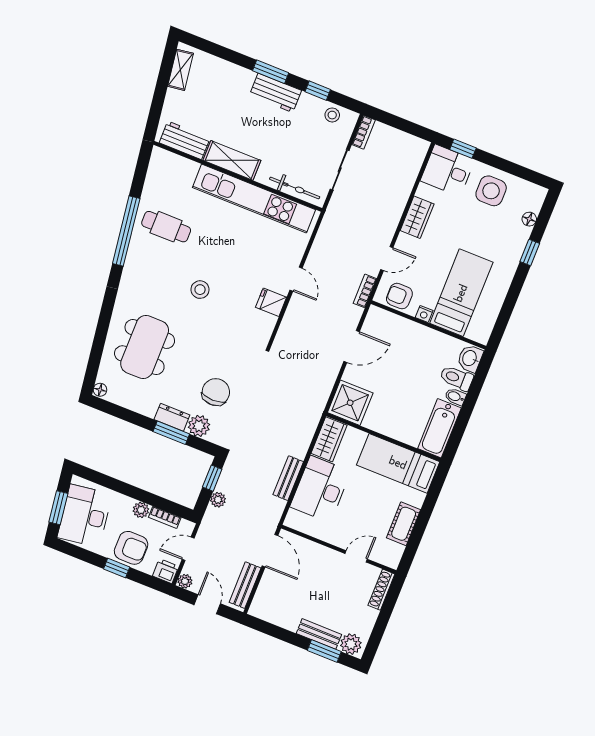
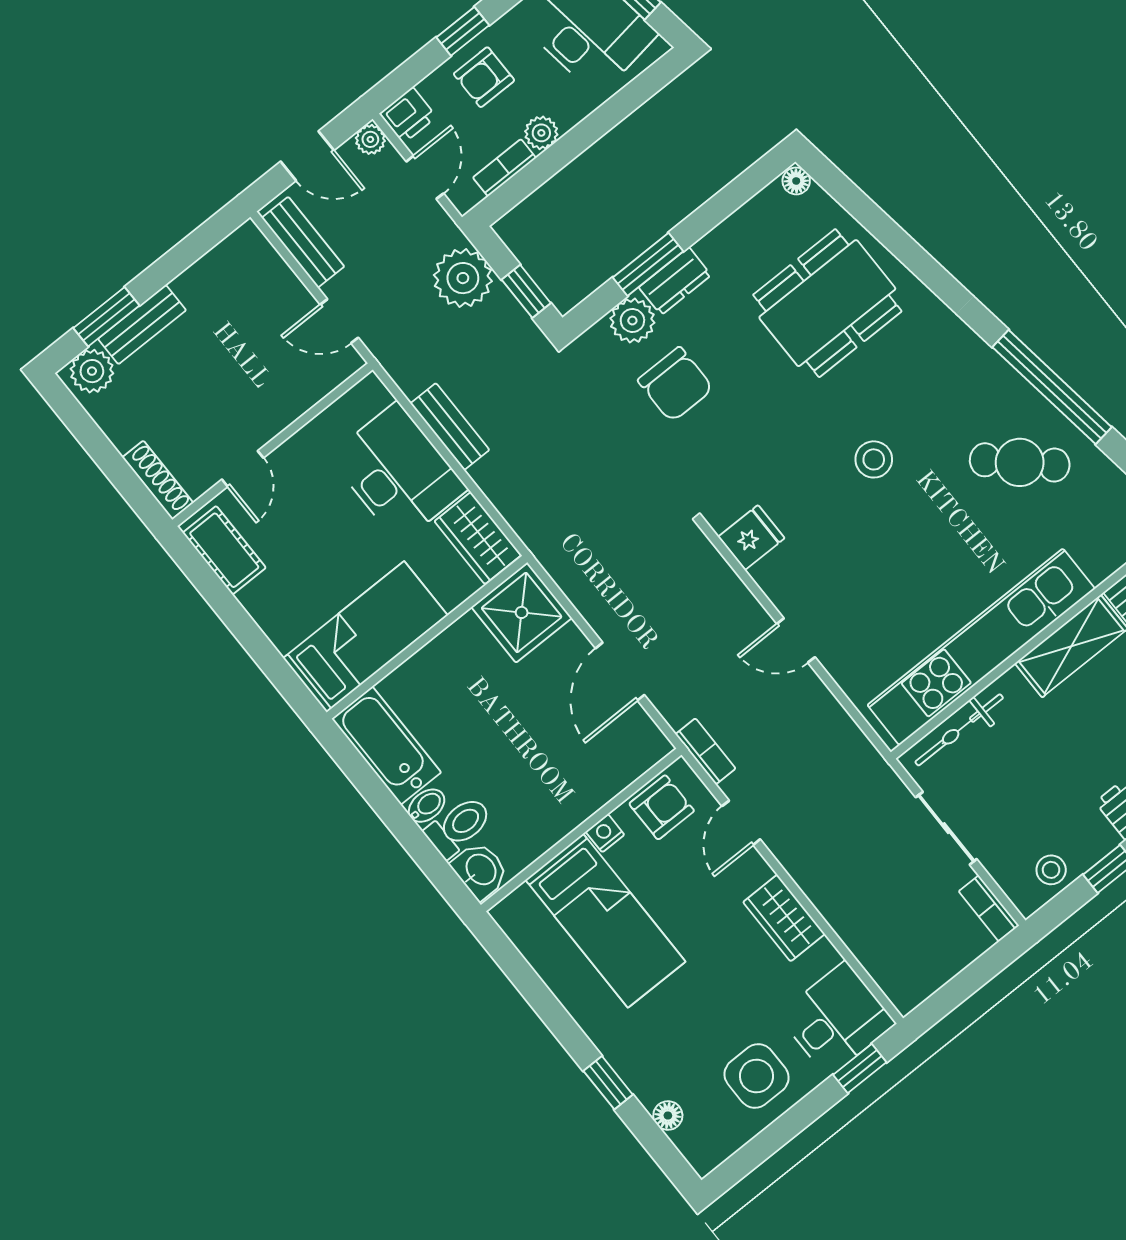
cafe table: (166, 227) -> (1020, 462), turned 43
fridge: (271, 302) -> (751, 538), moved
dining table: (145, 347) -> (827, 303), turned 90
plant: (218, 500) -> (463, 278), width x1.88, depth x1.88
cot: (404, 524) -> (224, 550), moved
armchair: (131, 548) -> (484, 77), width x0.72, depth x0.72
door: (270, 551) -> (339, 321), width x0.73

